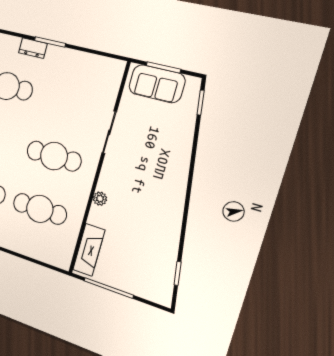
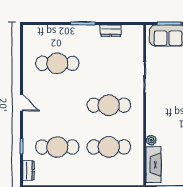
dresser: (33, 48) -> (111, 31), moved
plant: (100, 199) -> (151, 140), moved

